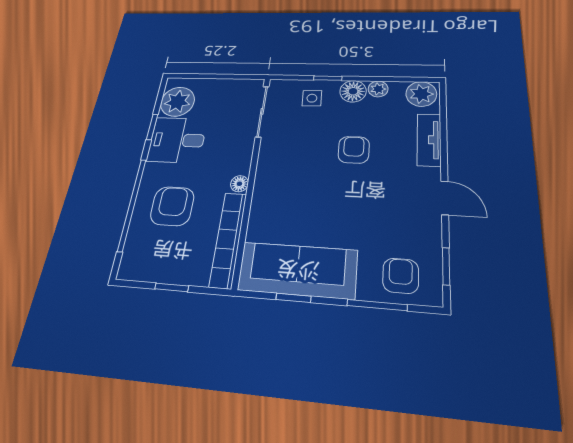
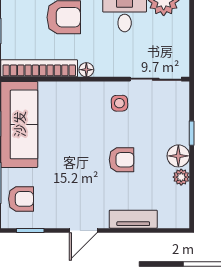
plant: (421, 94) -> (177, 213), removed
side table: (312, 98) -> (119, 103), moved

